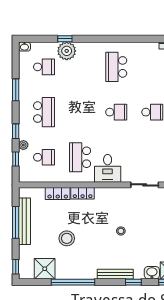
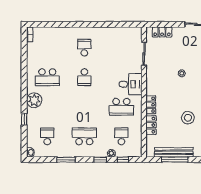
plant: (67, 51) -> (34, 100), moved
school desk: (116, 112) -> (84, 77), turned 180

